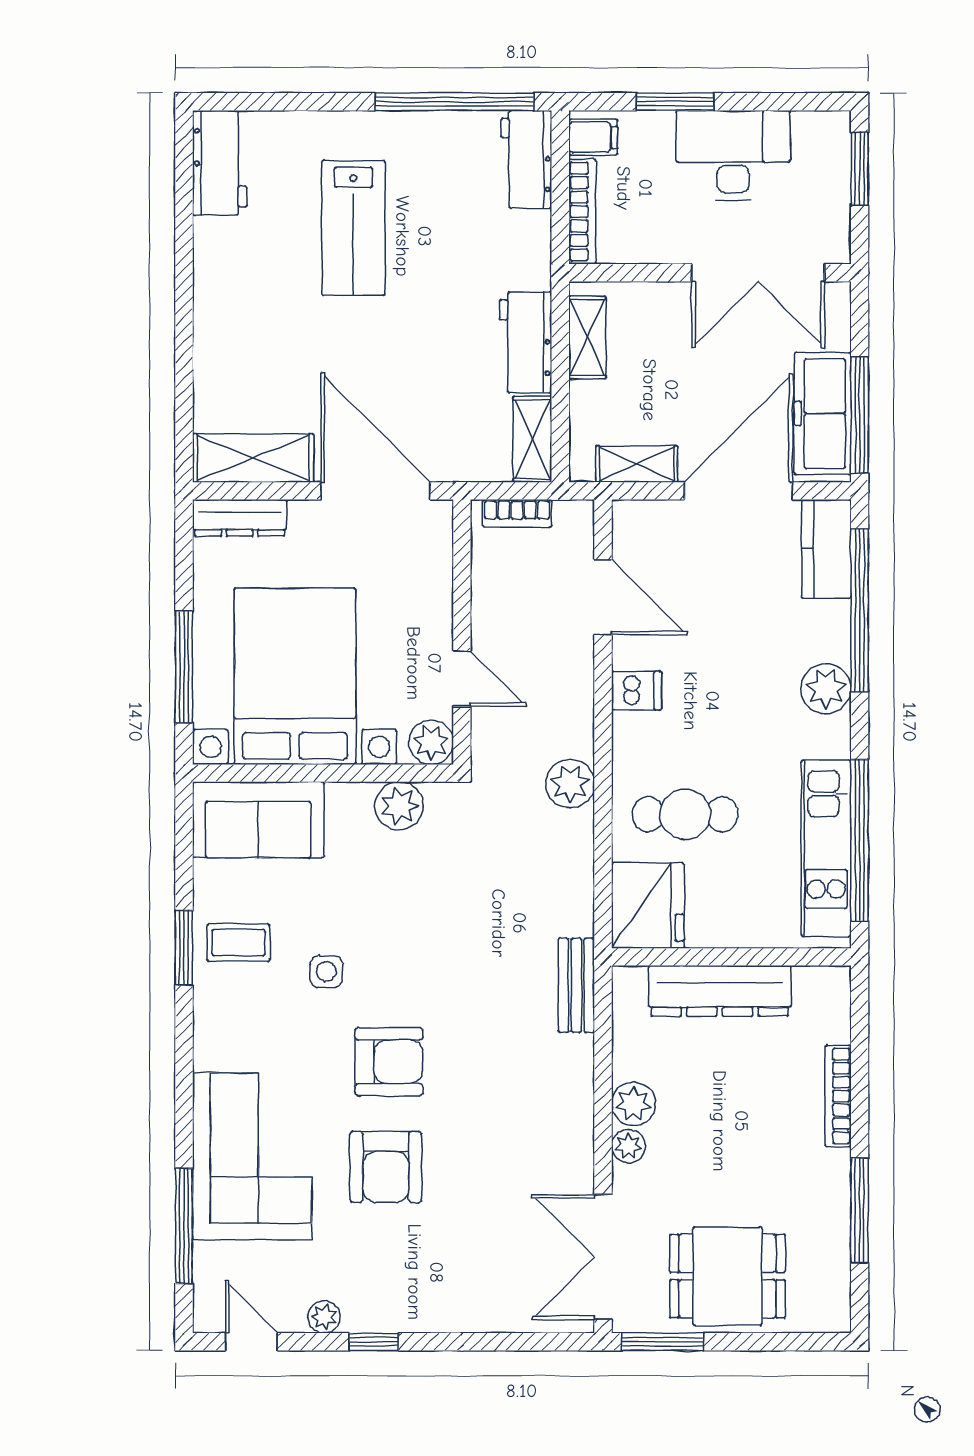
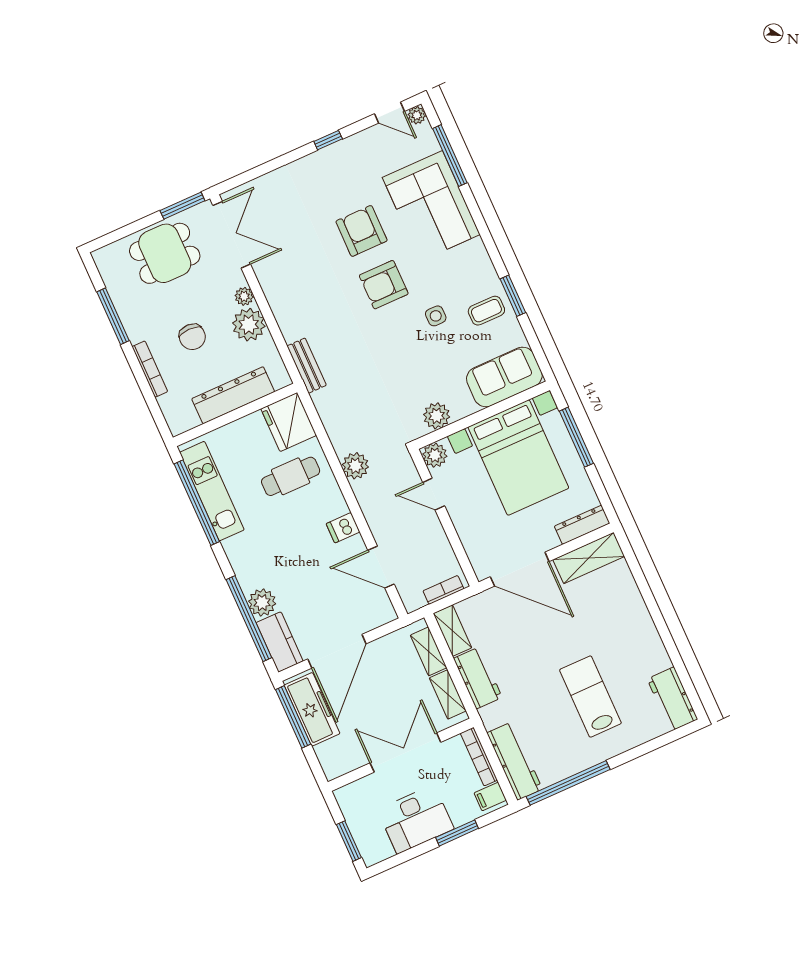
workbench: (526, 159) -> (515, 761), width x1.38
double door: (758, 273) -> (405, 753), moved
shelving: (637, 464) -> (429, 651), moved, turned 90
plant: (826, 689) -> (262, 603), moved
plant: (634, 1104) -> (249, 325), width x1.36, depth x1.36
chair: (744, 1118) -> (192, 337), added
plant: (324, 1317) -> (417, 115), moved

